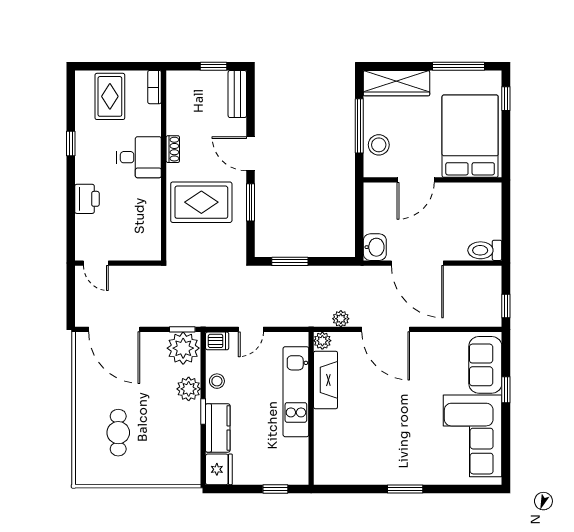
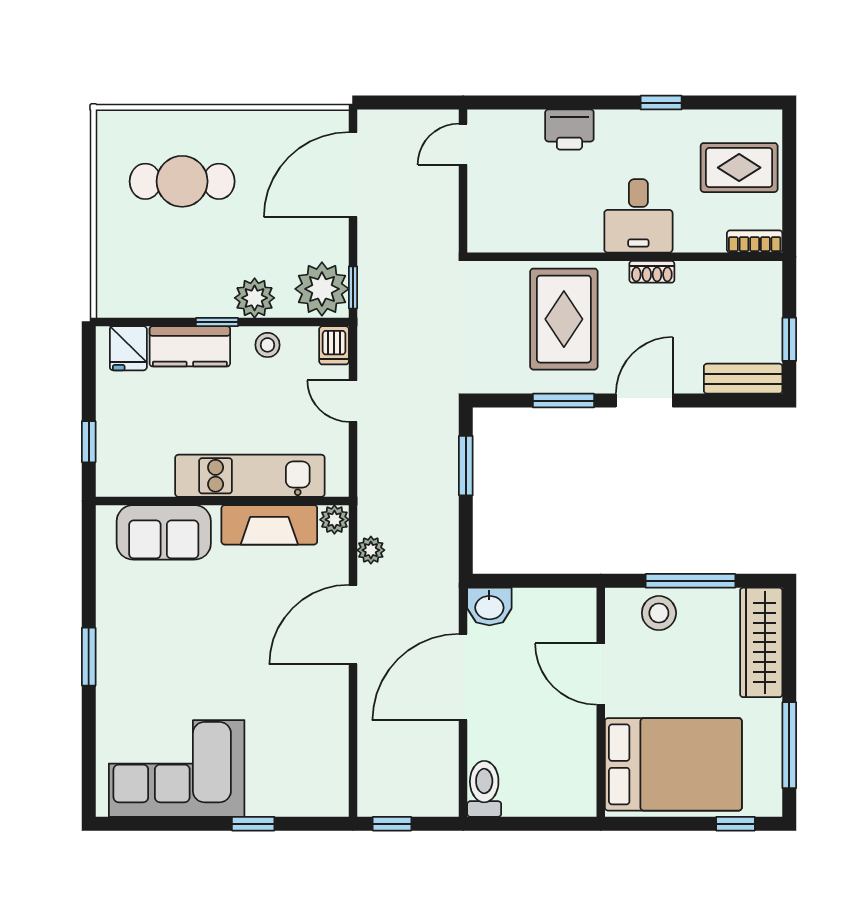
sofa: (485, 365) -> (164, 532), moved, turned 180
cafe table: (118, 433) -> (182, 181), width x1.37, depth x1.35
fridge: (219, 469) -> (128, 348), width x0.72

